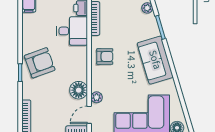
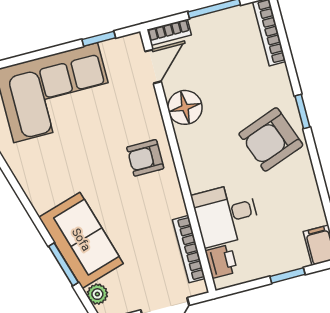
armchair: (105, 56) -> (145, 158), moved
sofa: (155, 60) -> (81, 240), moved
plant: (97, 97) -> (148, 103), removed

